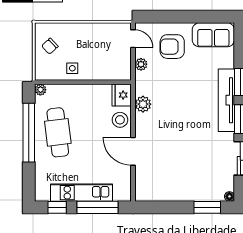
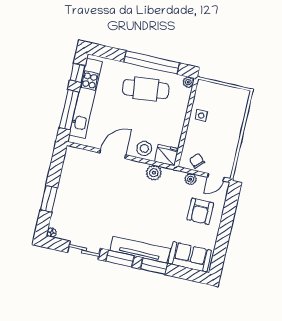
sofa: (213, 35) -> (190, 257), moved, turned 90
chair: (50, 46) -> (197, 161), moved
armchair: (172, 47) -> (200, 211), turned 180
kitchen unit: (81, 193) -> (86, 98), width x1.36
window: (207, 207) -> (49, 199), moved

